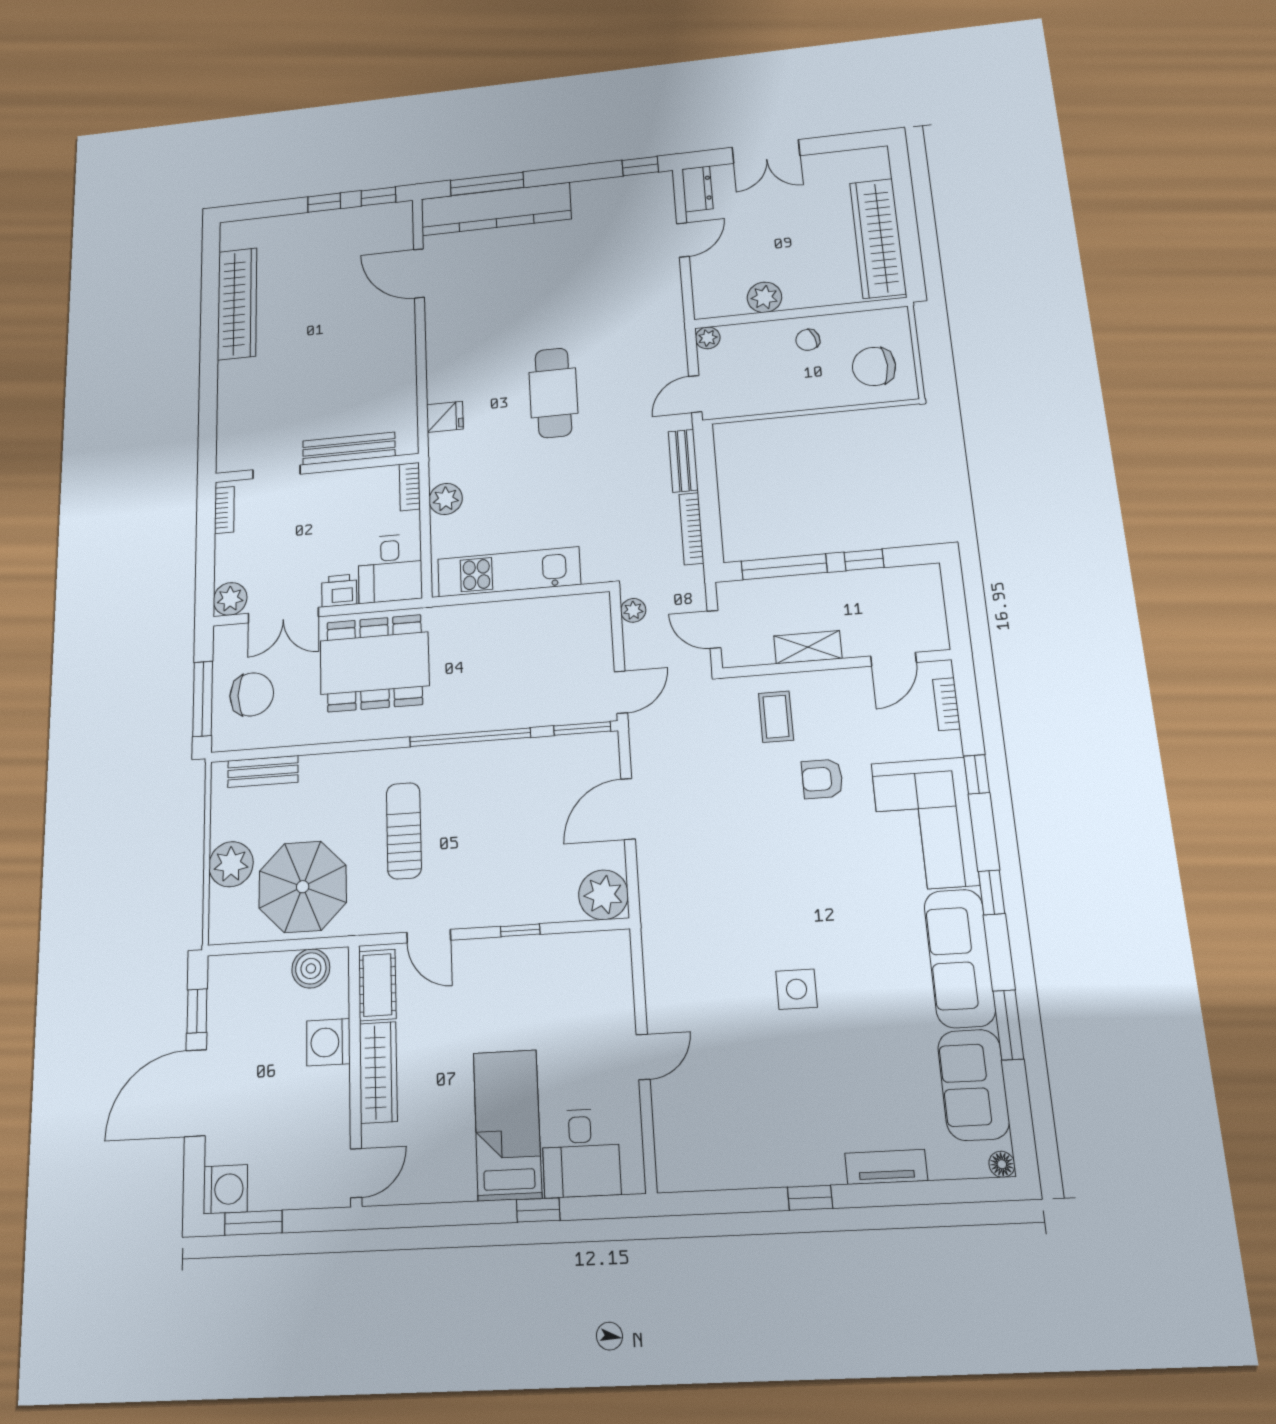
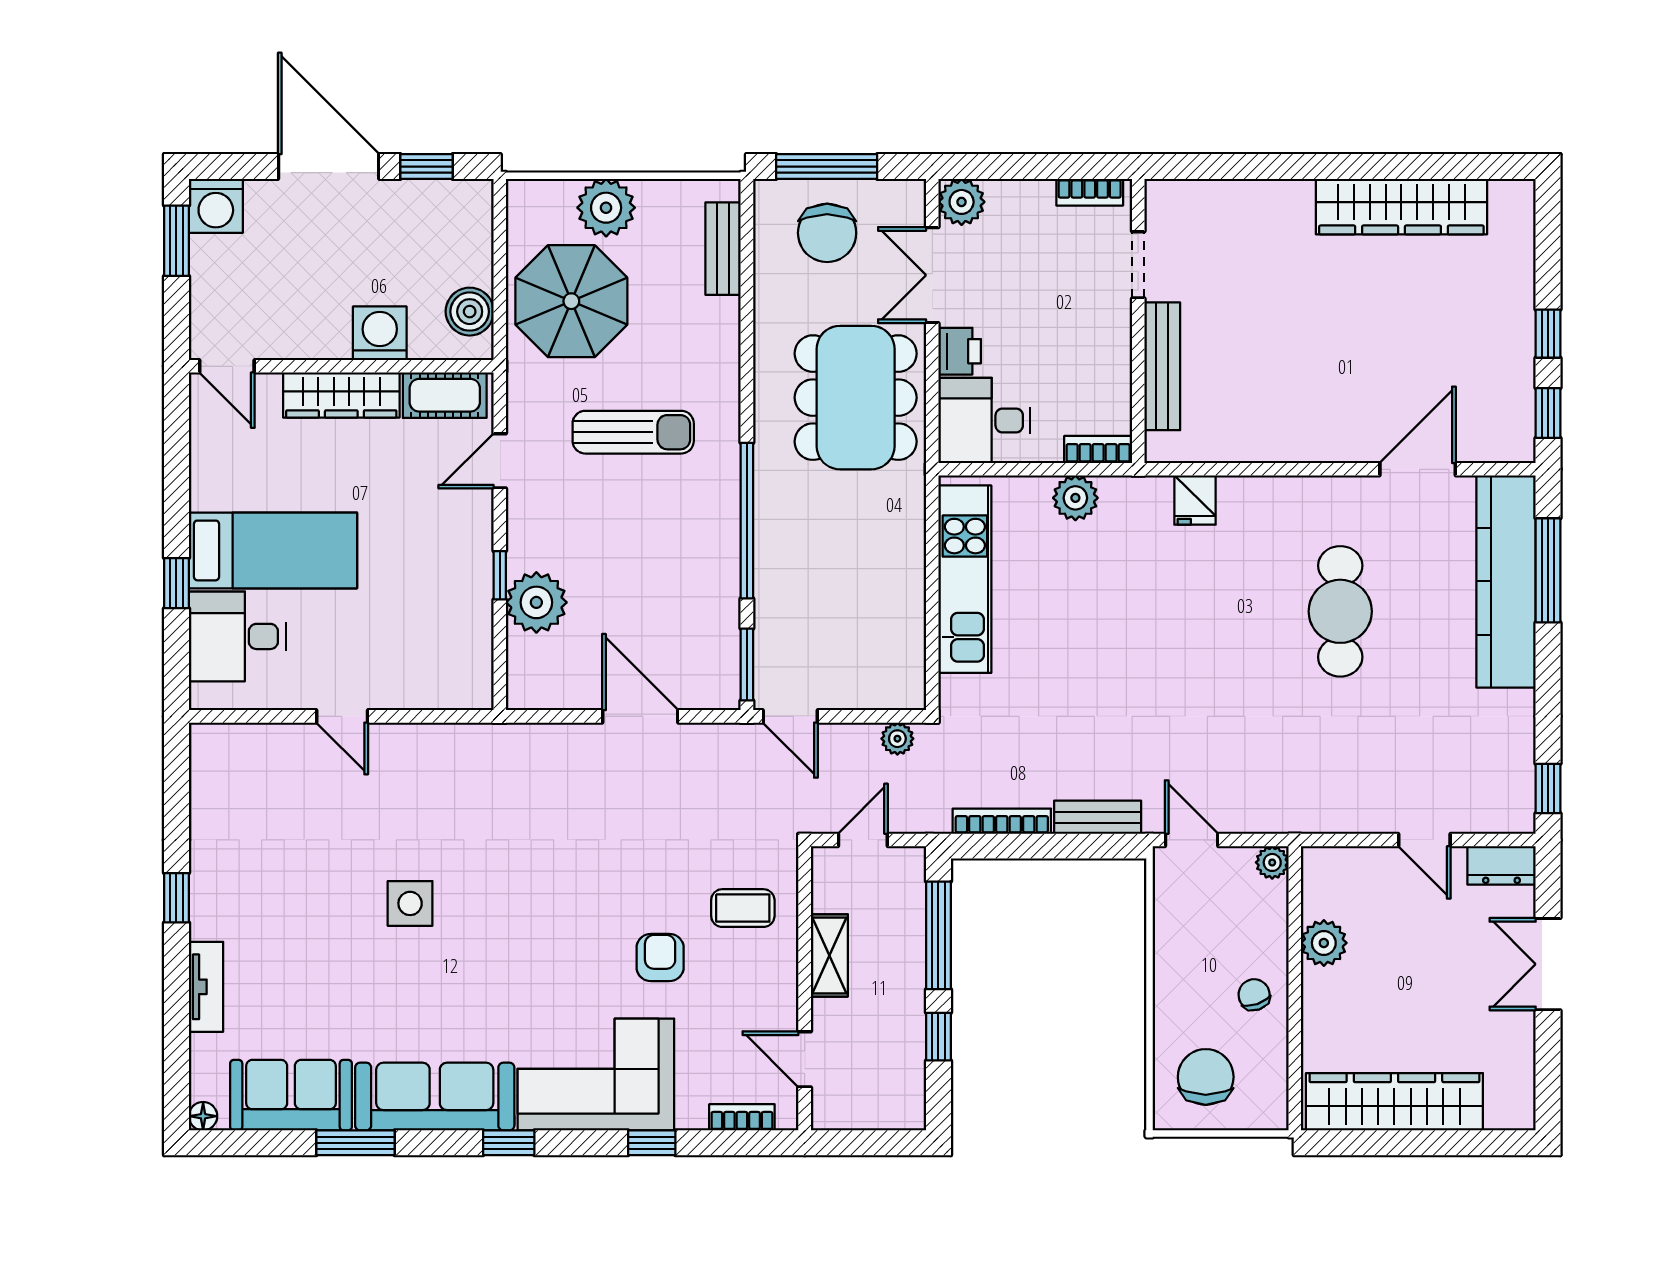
cafe table: (553, 393) -> (1340, 611), moved, turned 90
plant: (603, 895) -> (536, 602), moved

